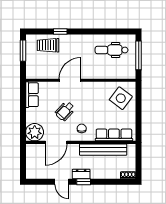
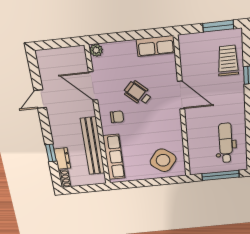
plant: (35, 132) -> (96, 50), width x0.53, depth x0.53
dresser: (81, 174) -> (62, 159), moved
window: (84, 182) -> (51, 153), moved

